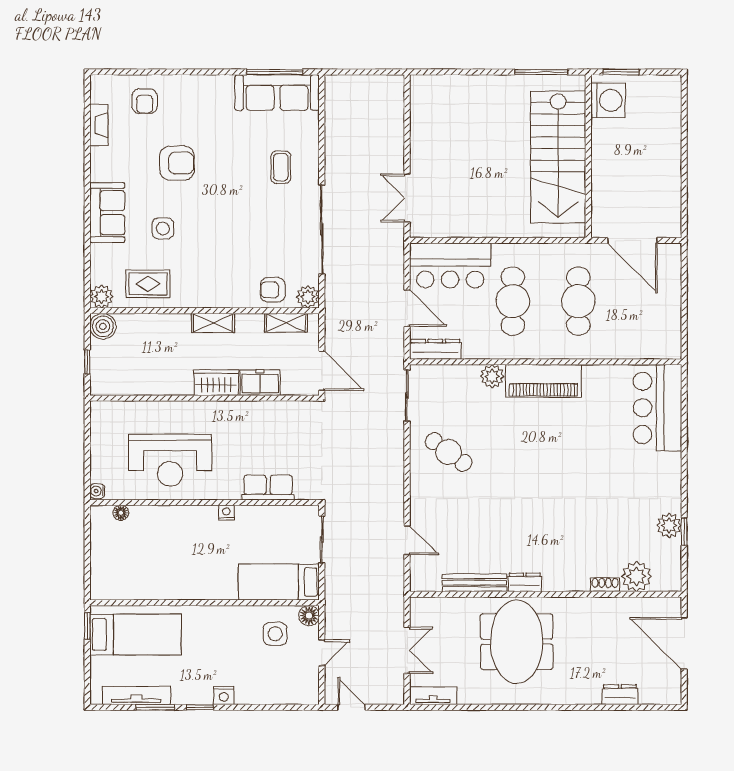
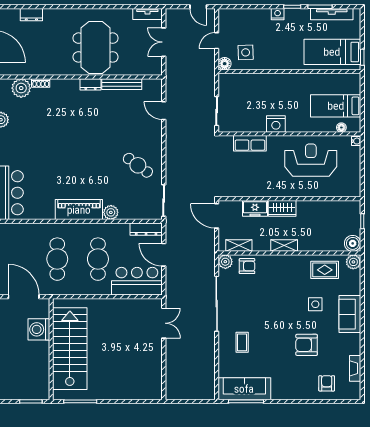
washing machine: (608, 100) -> (39, 329), moved
nightstand: (226, 513) -> (276, 124), width x1.89, depth x1.79
bed: (279, 582) -> (336, 106), moved, turned 180

